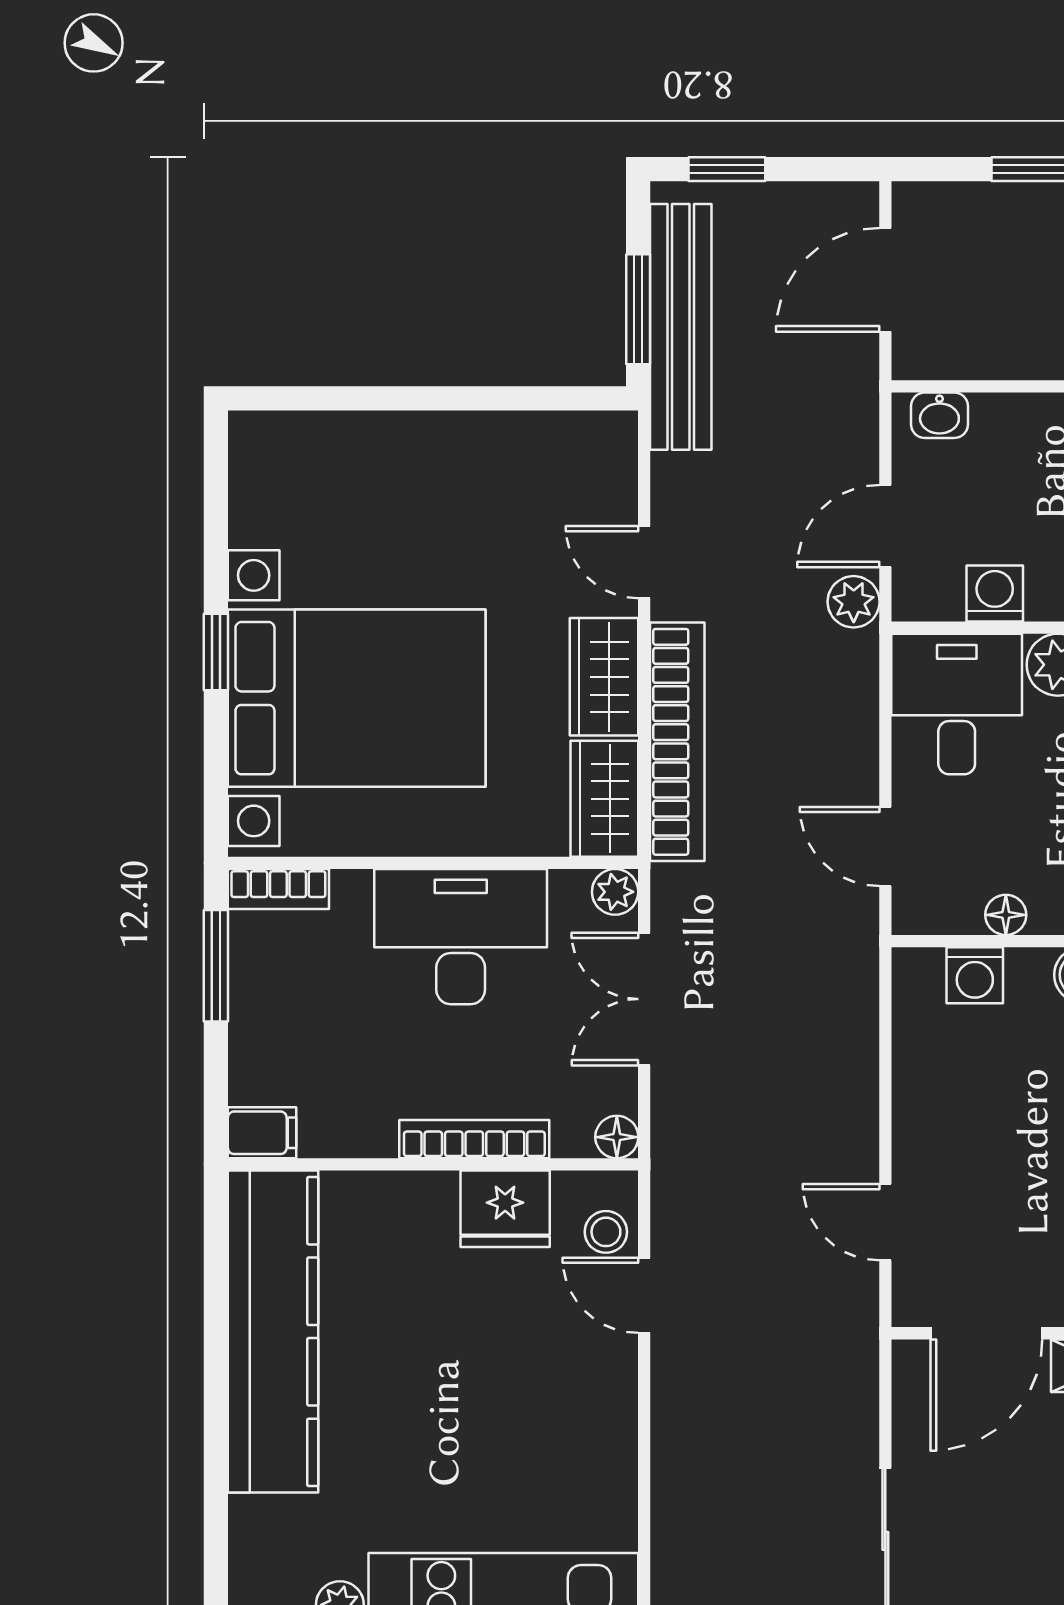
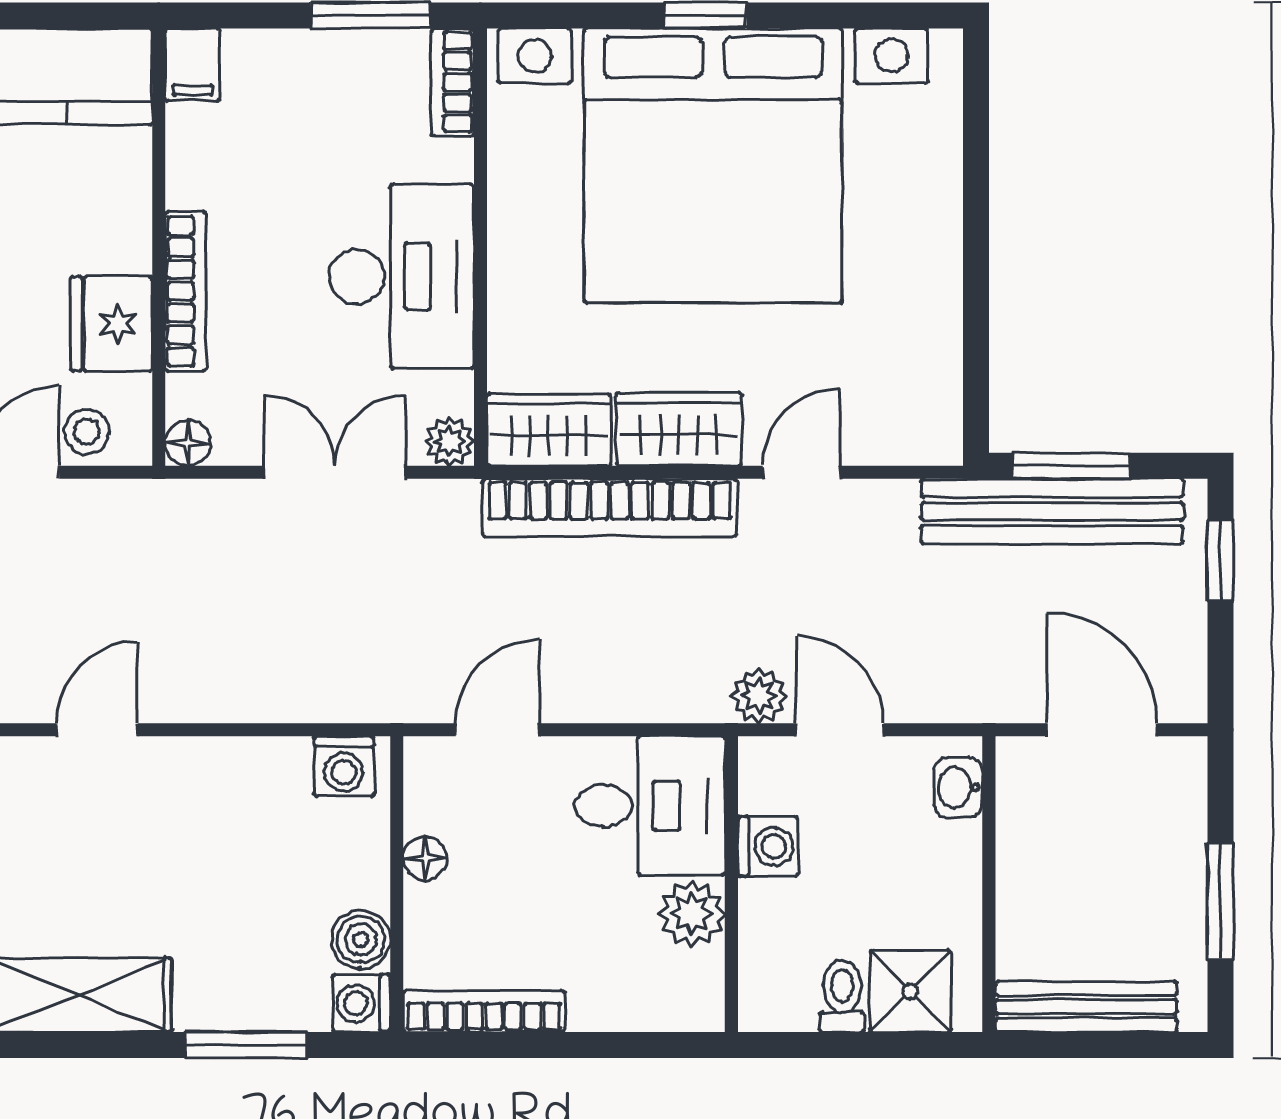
bed with nightstands: (357, 698) -> (713, 166), width x1.36
washing machine: (975, 975) -> (344, 766), moved, turned -90

